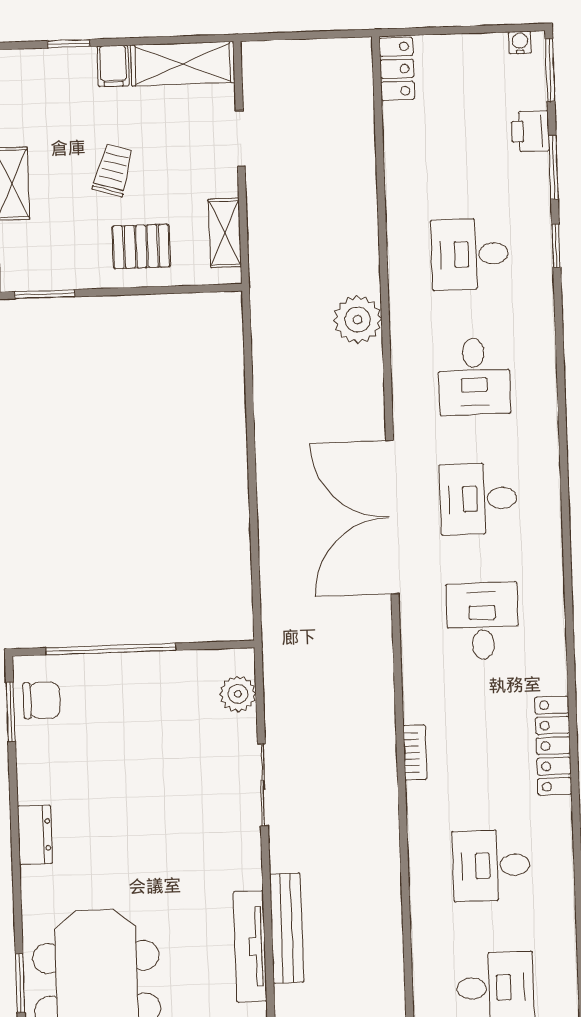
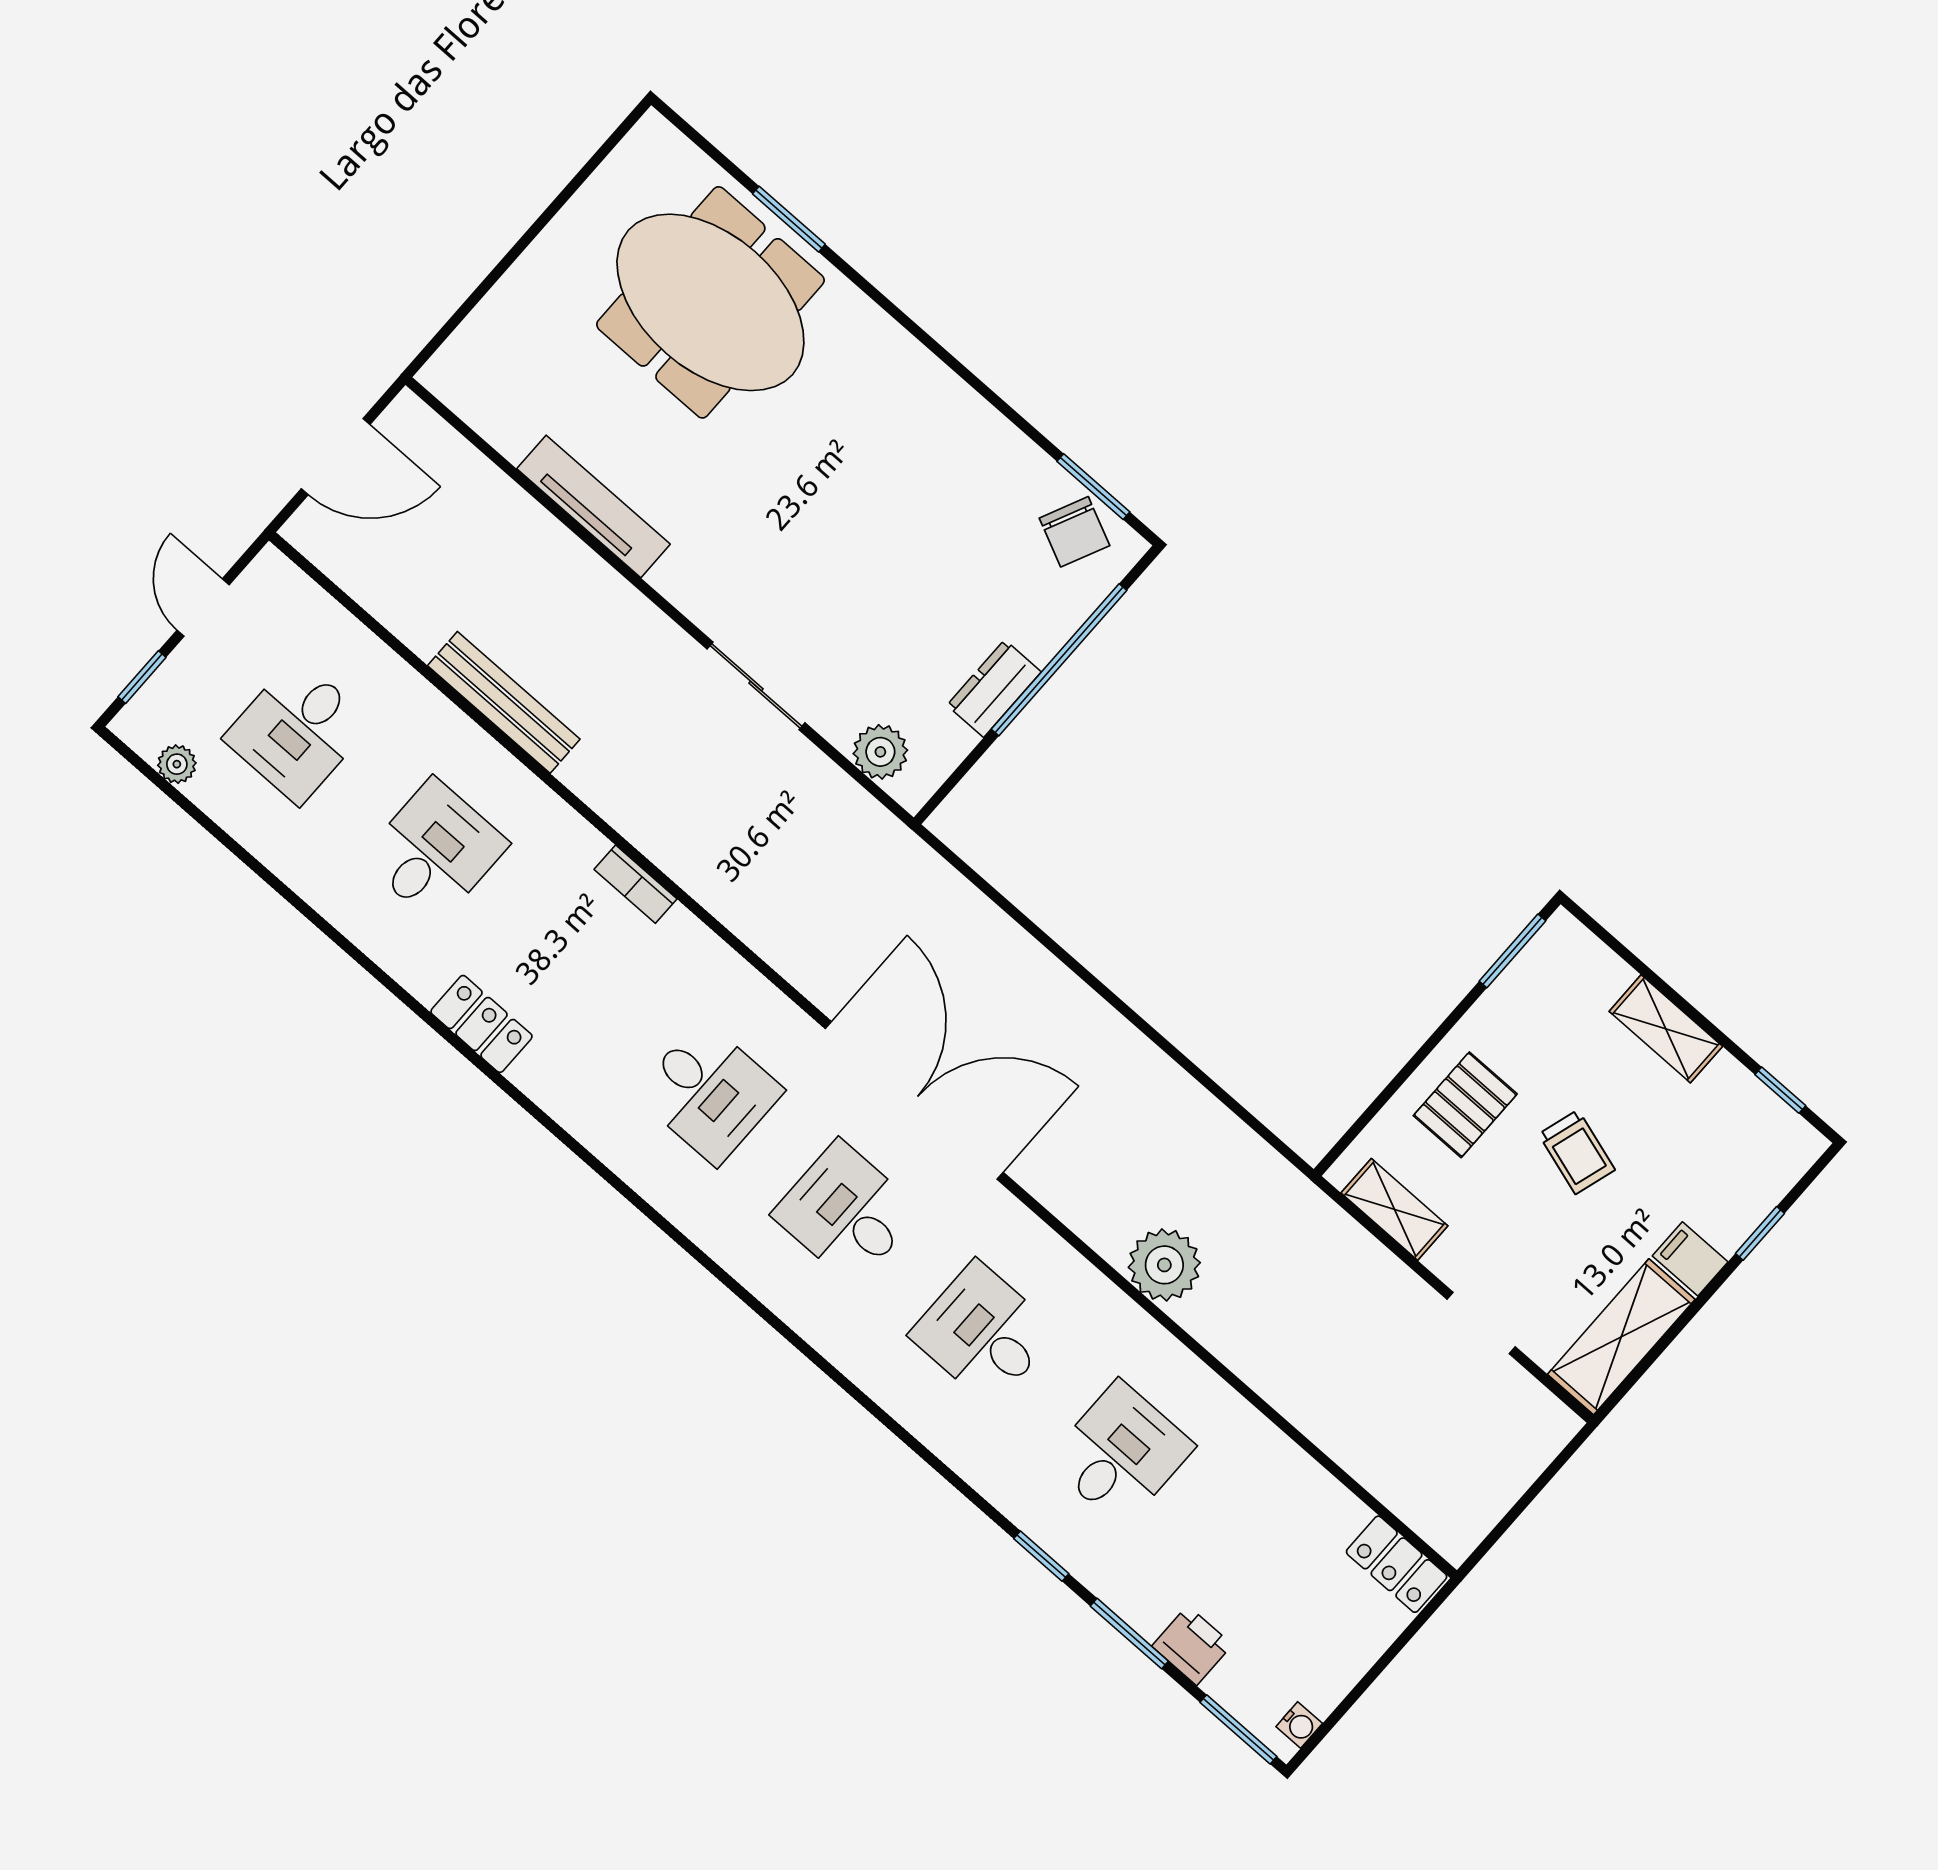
desk: (478, 499) -> (846, 1213), turned -90
chair: (41, 700) -> (1074, 532), turned -65
locker: (553, 746) -> (481, 1024), width x0.66
dresser: (35, 835) -> (994, 689), moved, turned 90
bench: (287, 928) -> (504, 702), moved

